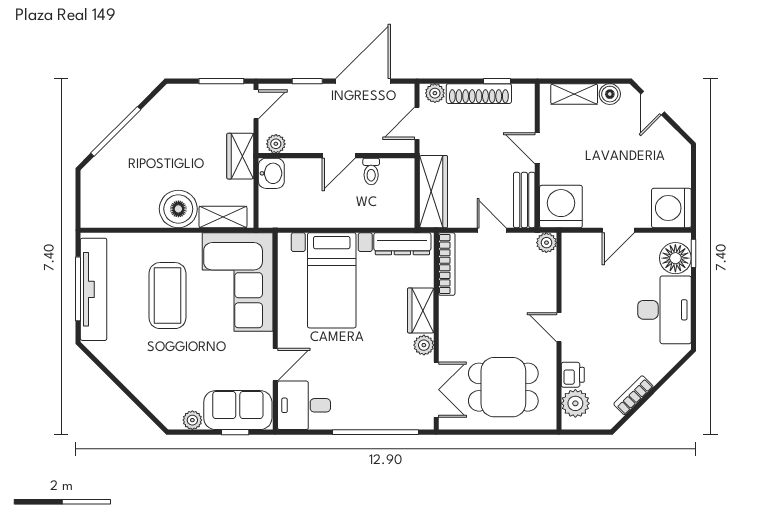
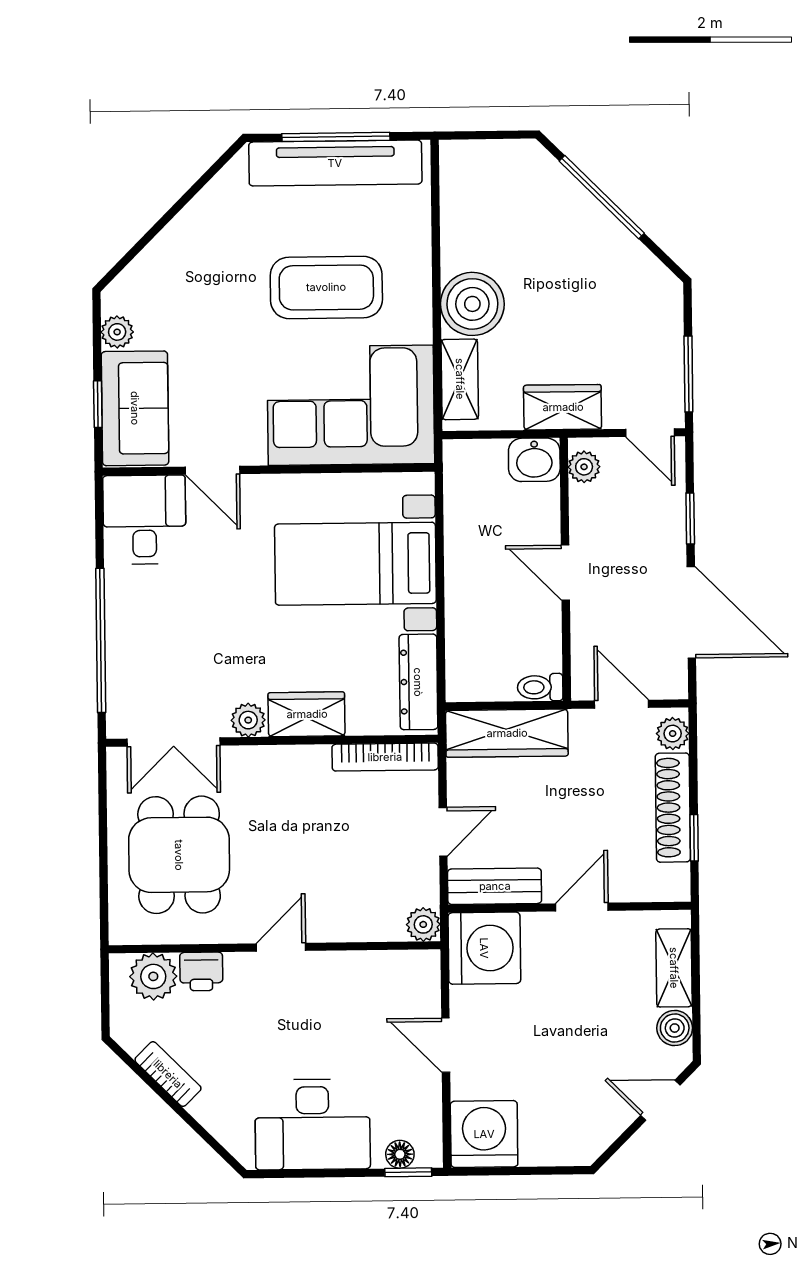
toilet: (371, 171) -> (540, 687), moved
floor lamp: (675, 258) -> (400, 1154), width x0.53, depth x0.53

